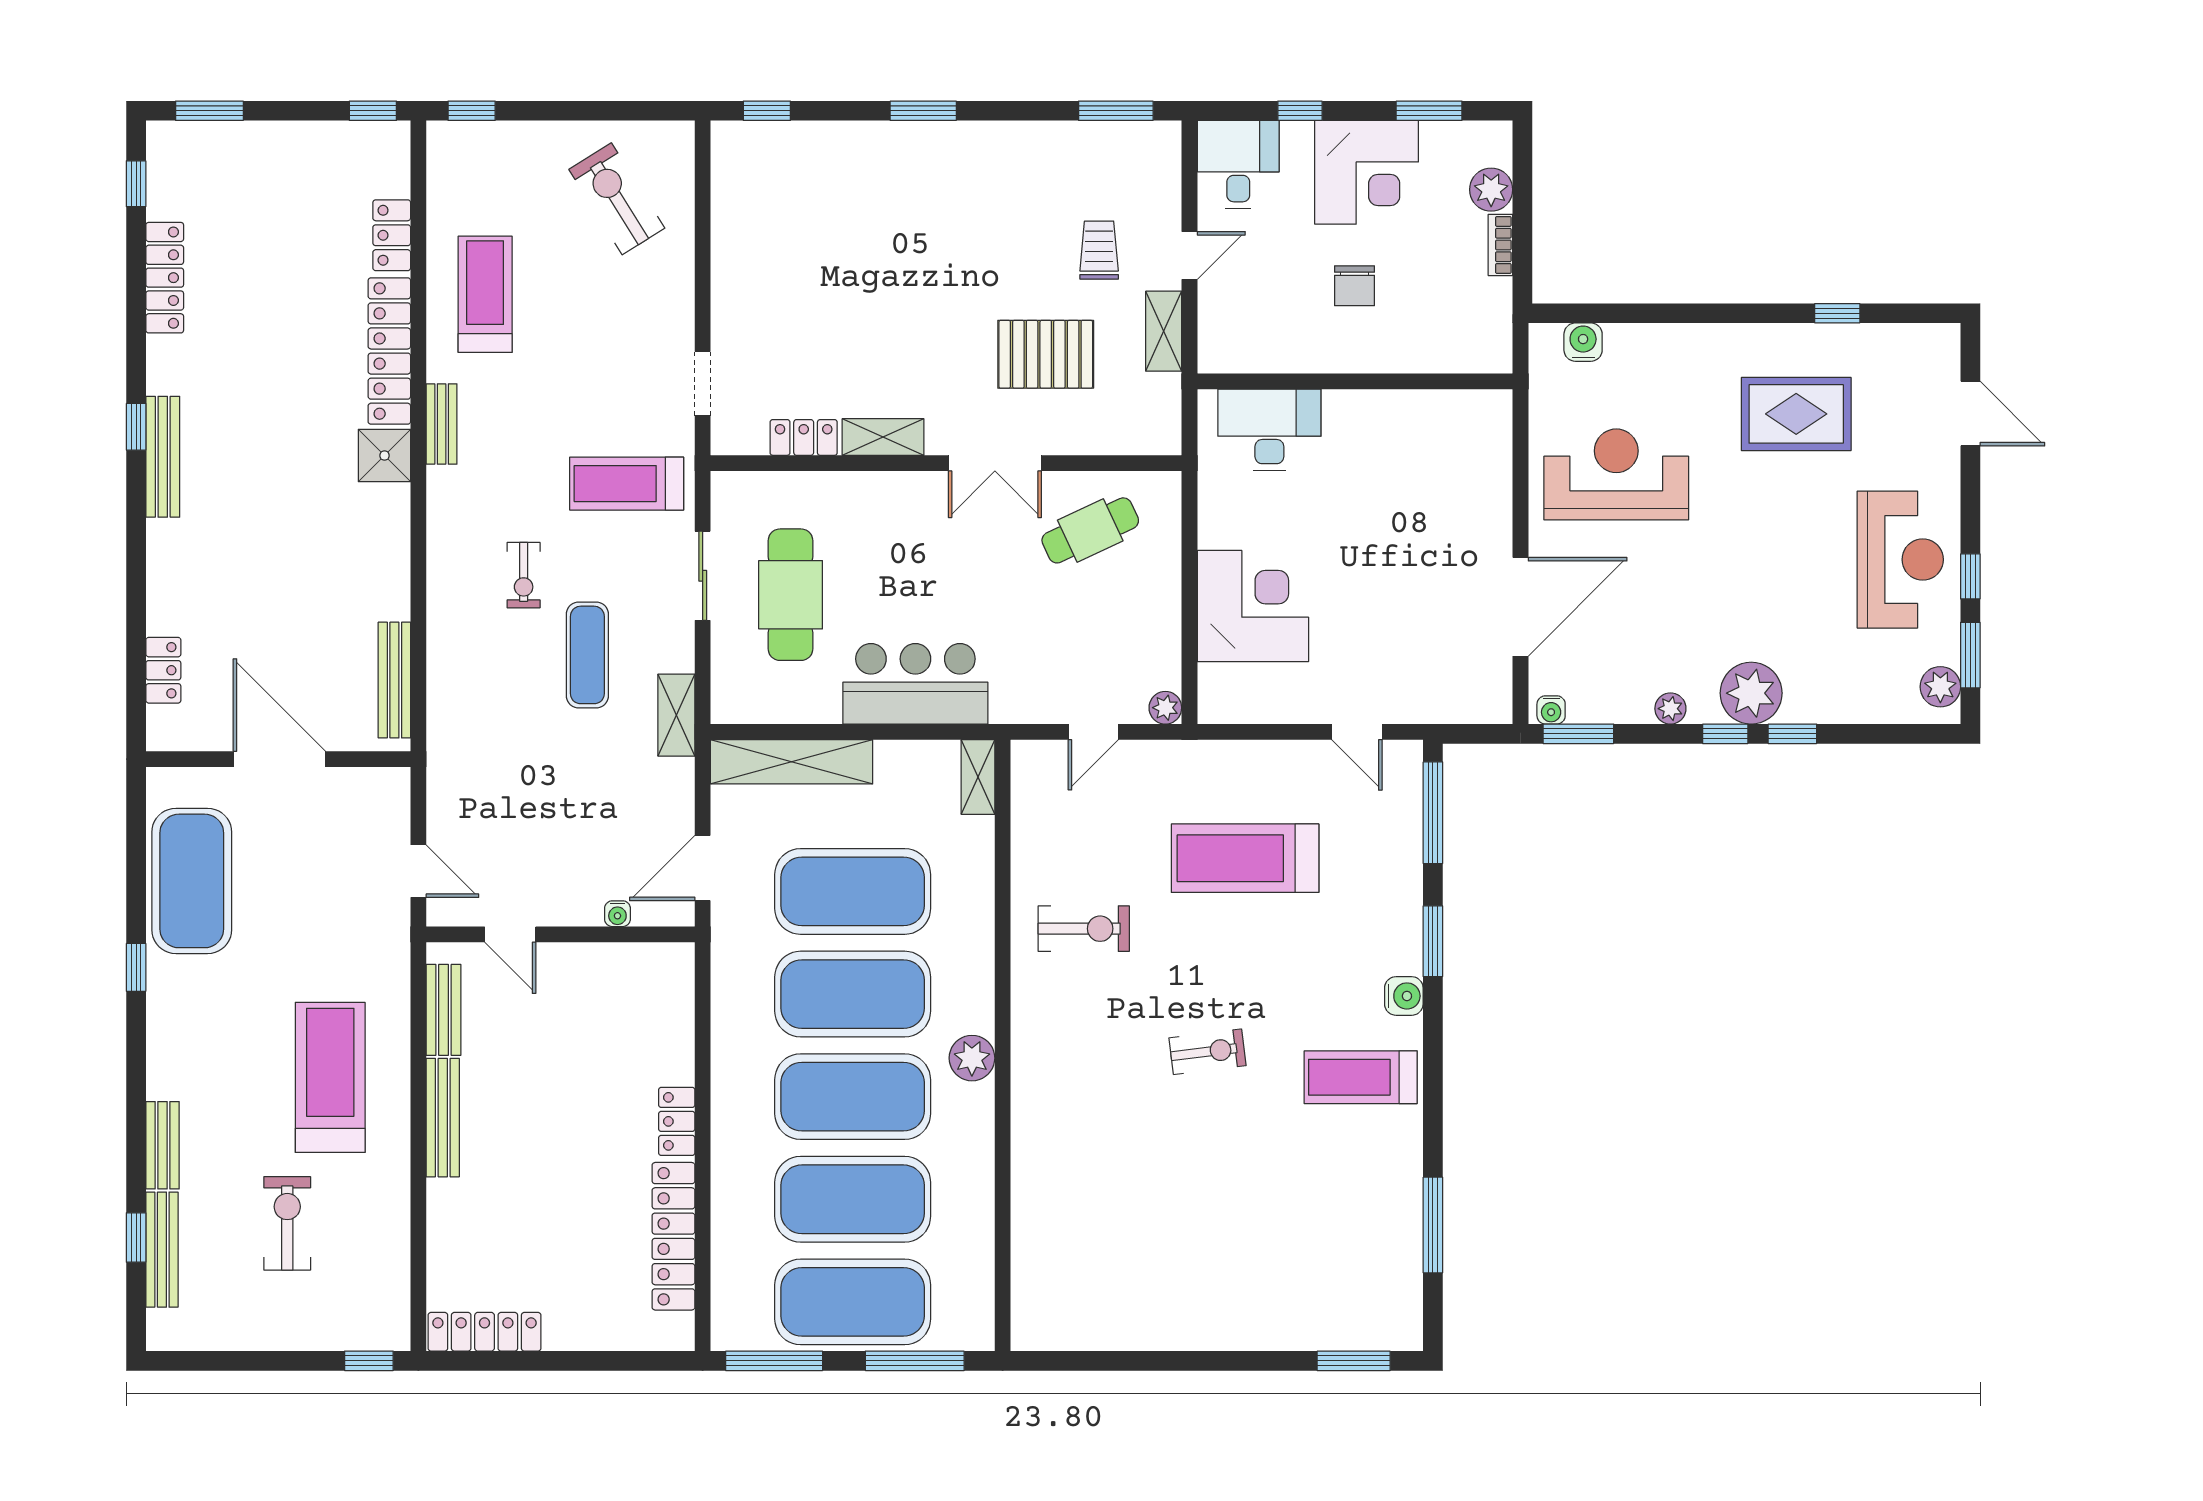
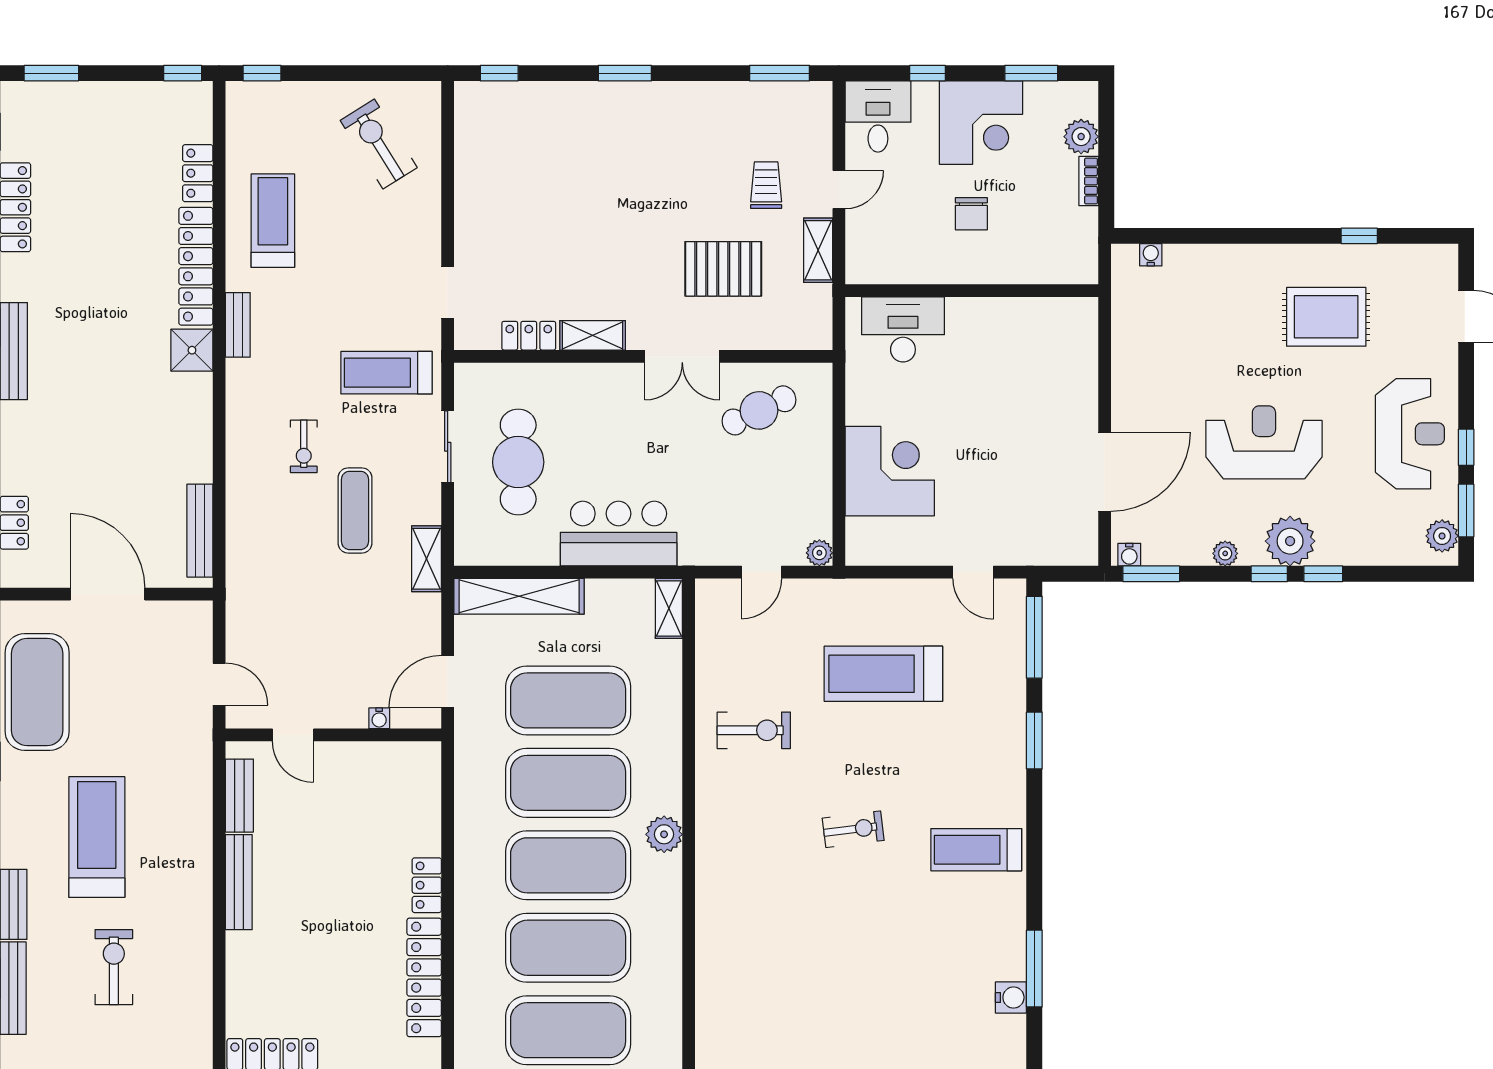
water cooler: (1583, 342) -> (1151, 255), width x0.72, depth x0.72
reception desk: (1616, 474) -> (1264, 442), moved
water cooler: (1404, 996) -> (1011, 997), moved
treadmill: (330, 1077) -> (97, 837), moved

